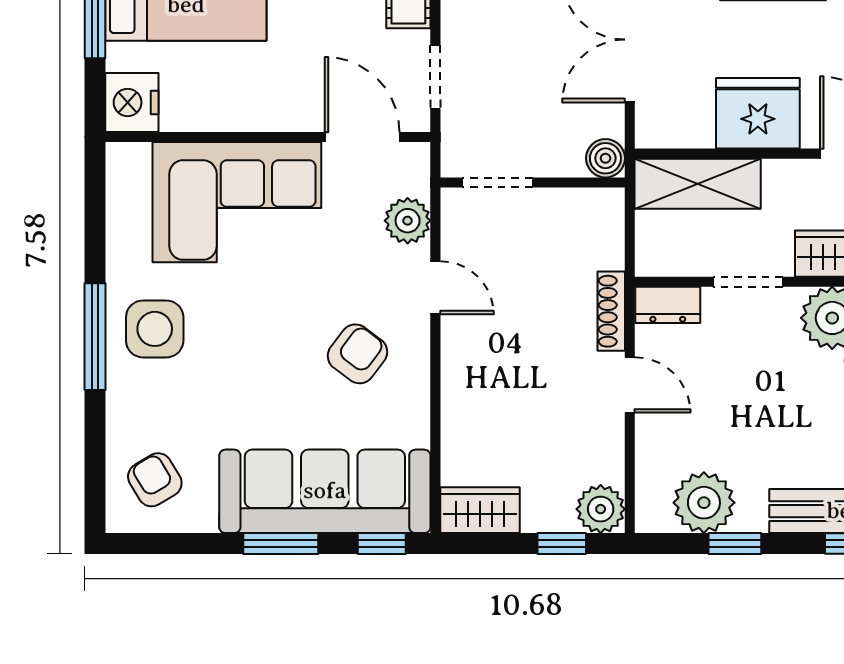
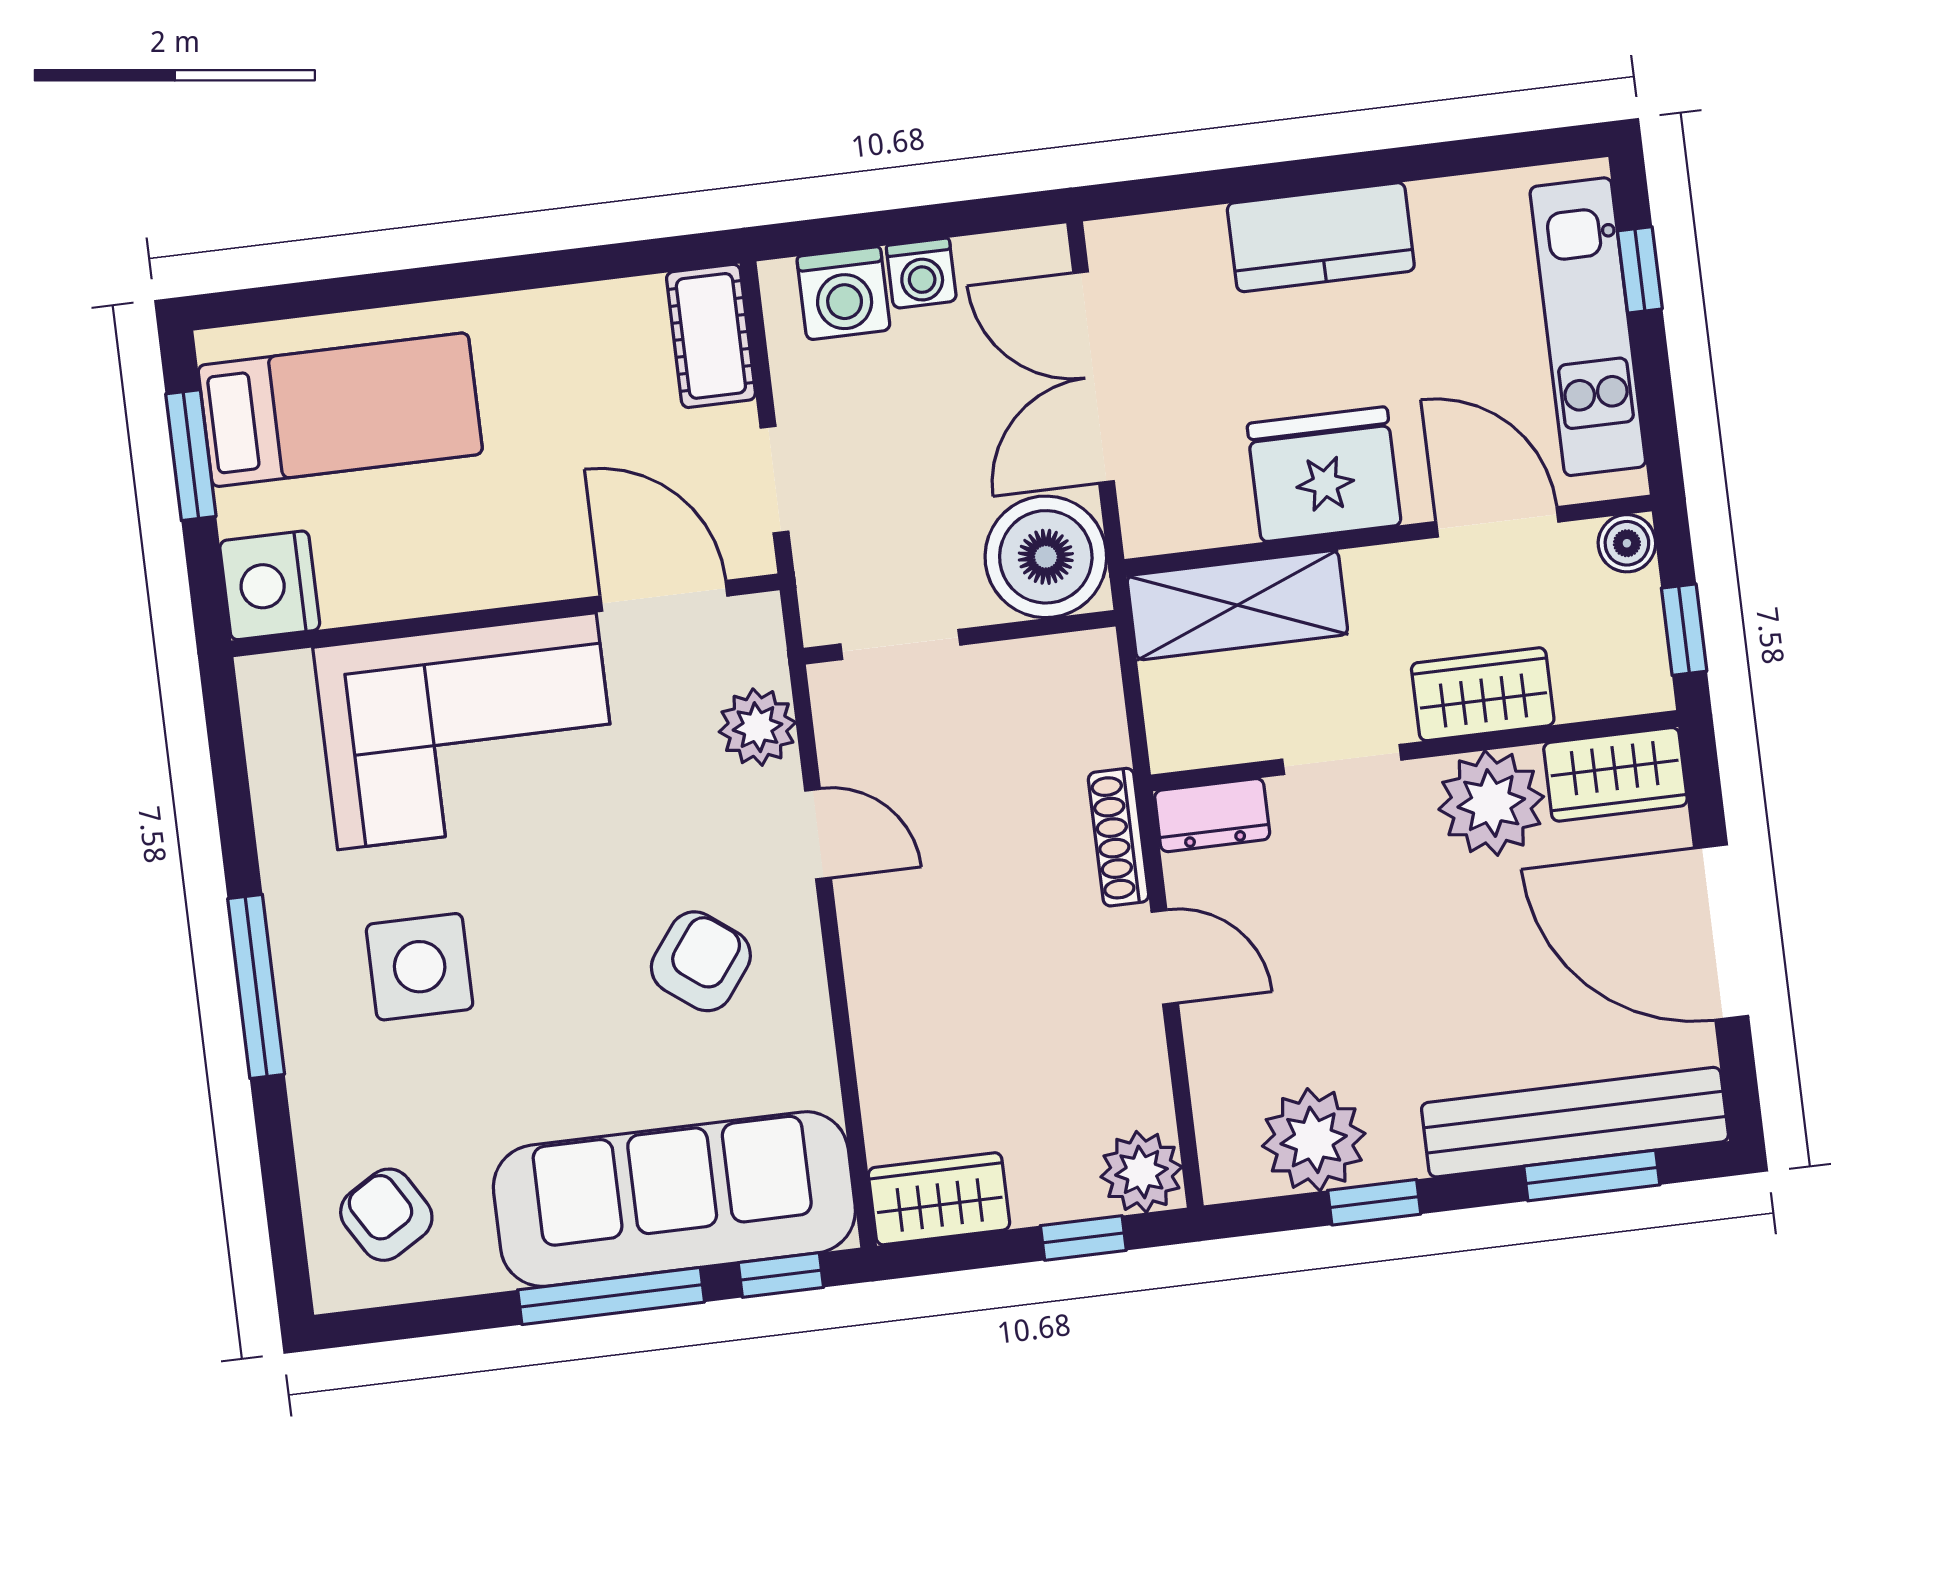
boiler: (605, 158) -> (1046, 557), width x1.86, depth x1.86
side table: (155, 329) -> (420, 967), moved
window: (281, 544) -> (611, 1296), width x1.44

